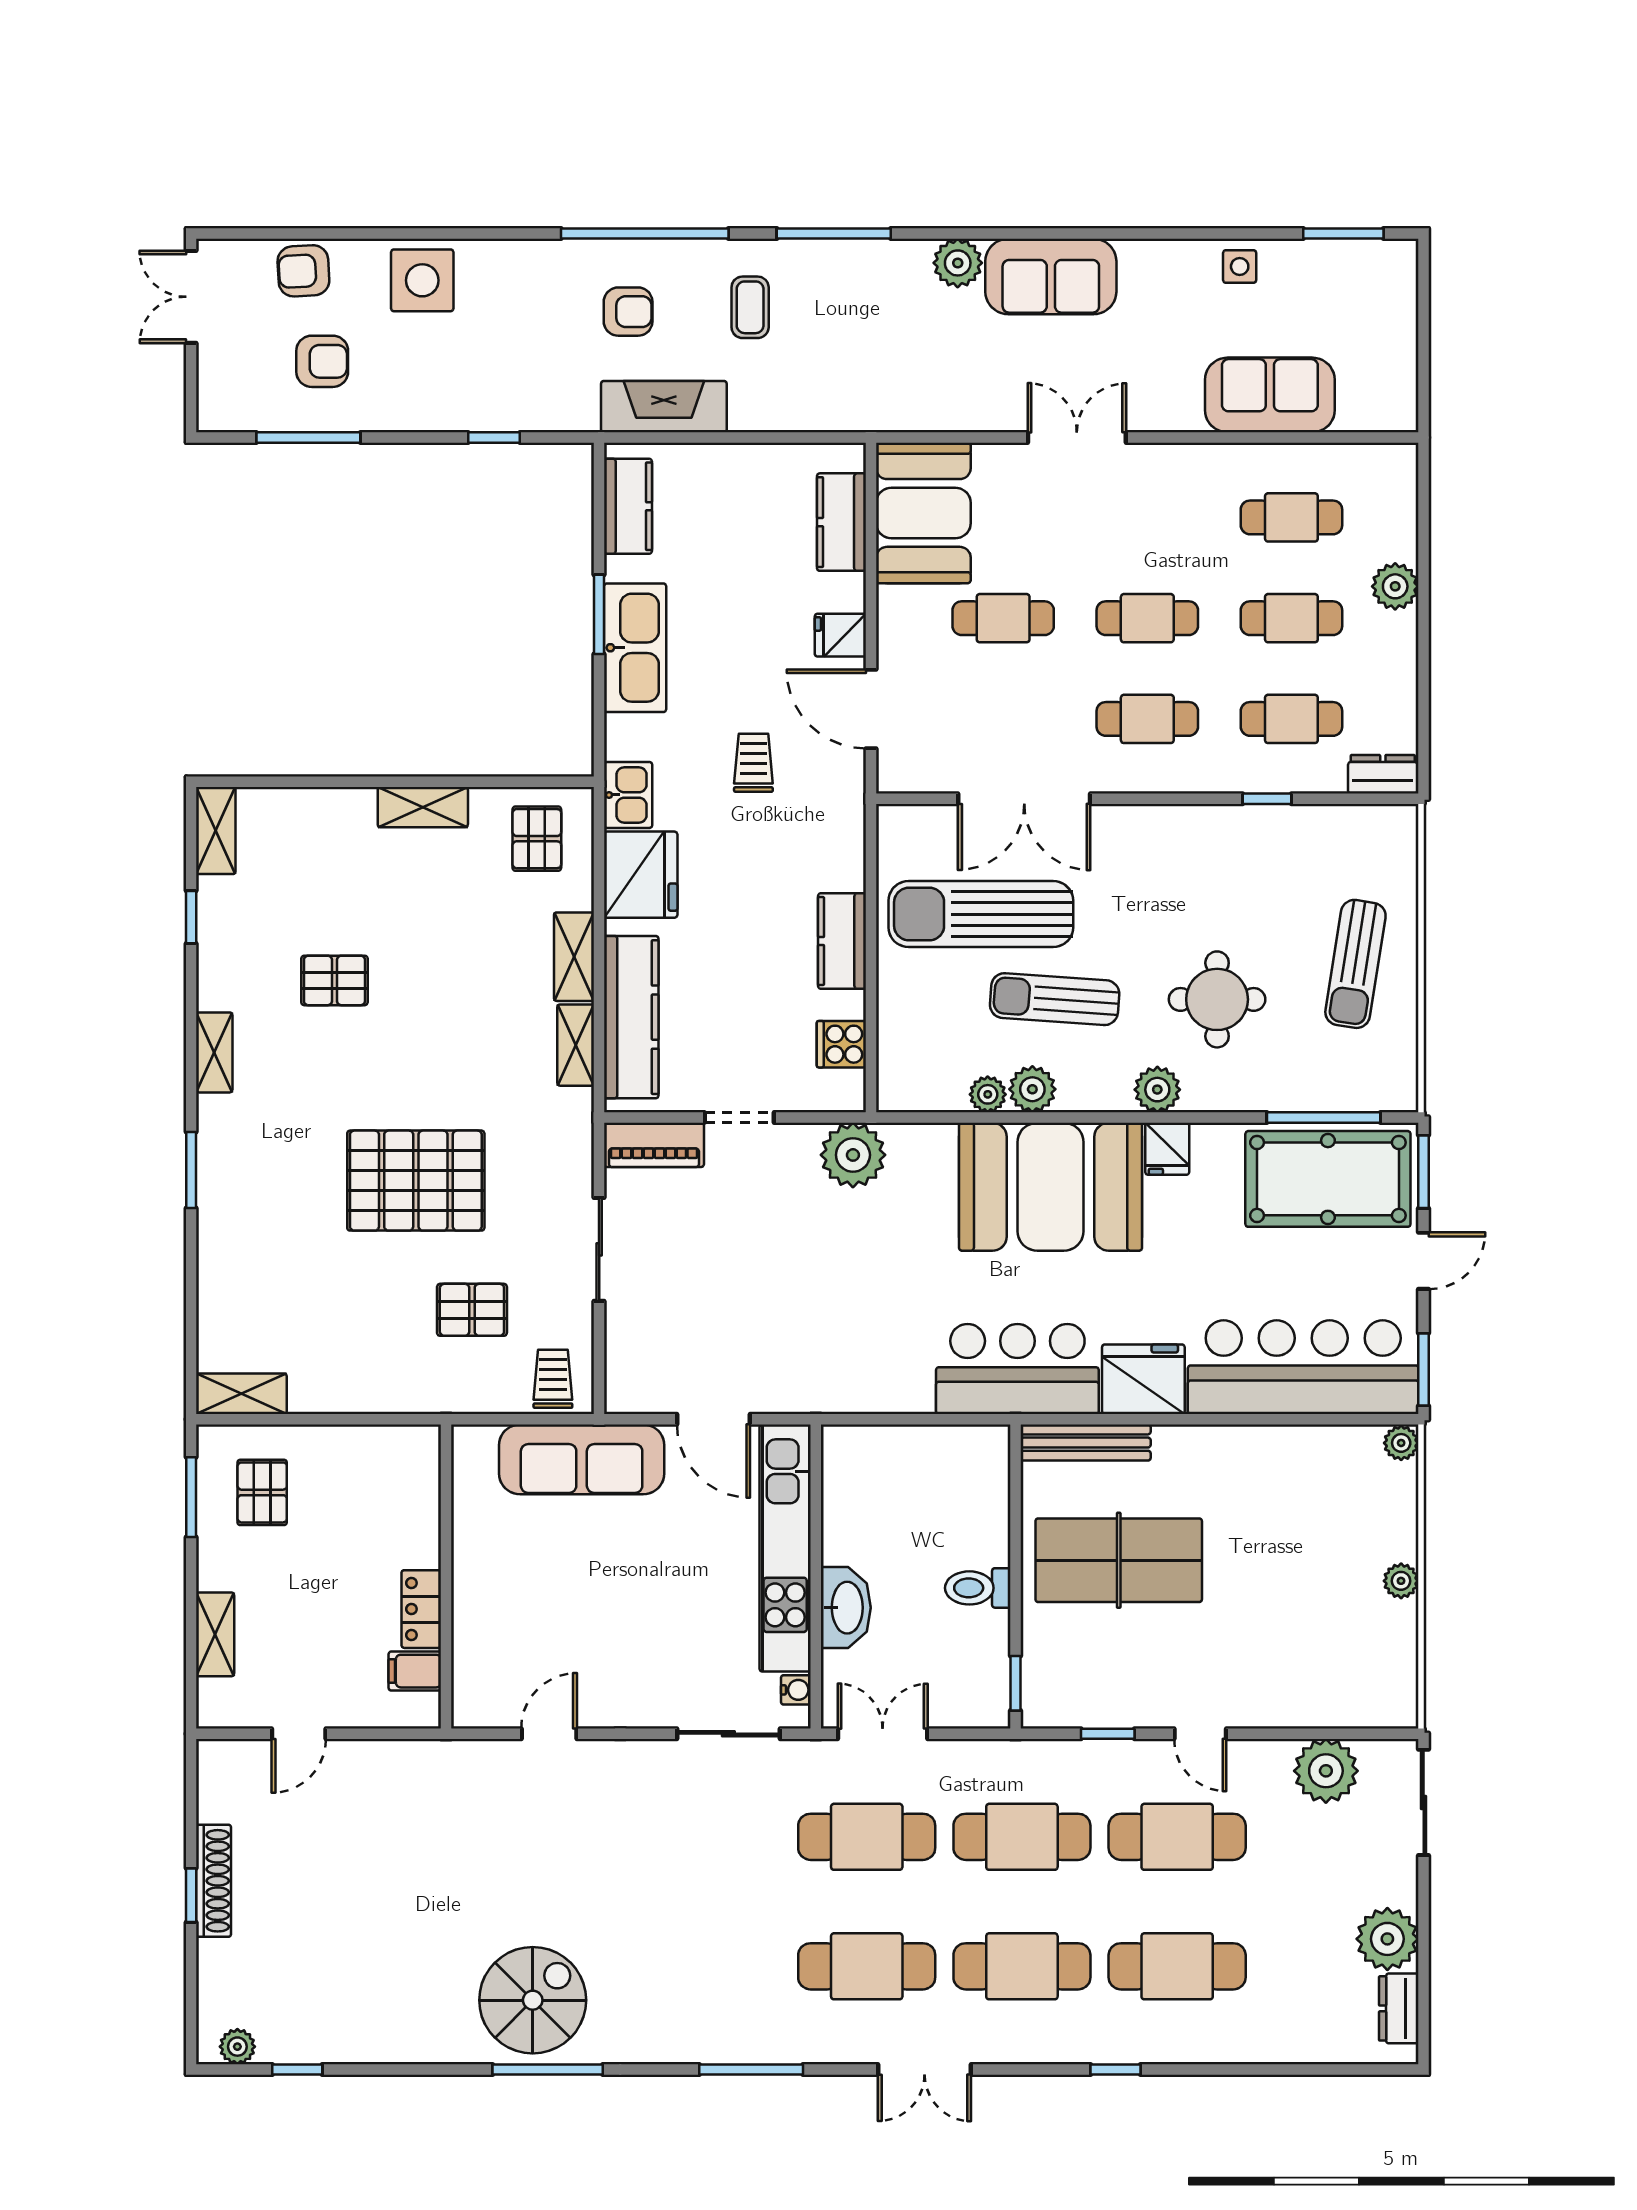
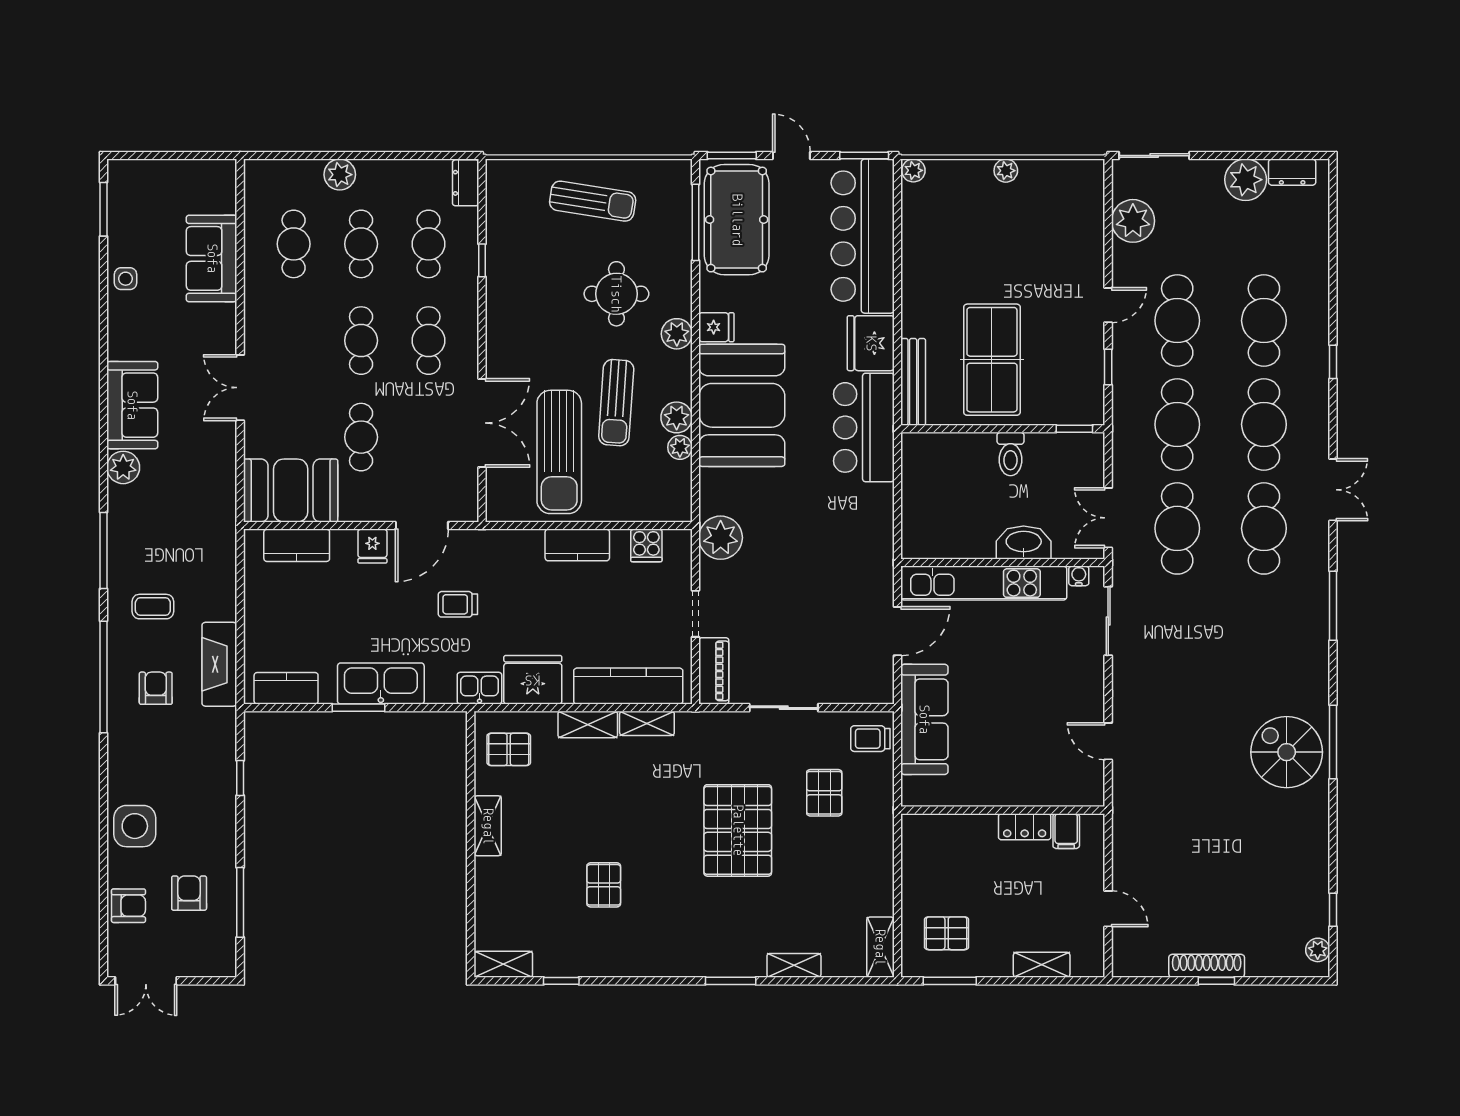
armchair: (303, 271) -> (128, 906), turned -87
shelving: (214, 1052) -> (794, 965), moved

